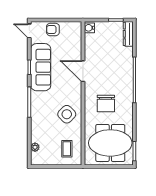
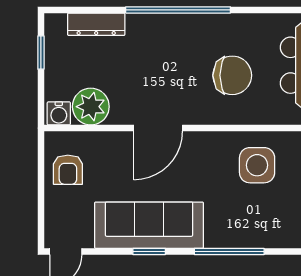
armchair: (53, 29) -> (68, 170), moved
dresser: (128, 34) -> (96, 24), moved
plant: (92, 42) -> (91, 107), added
side table: (67, 114) -> (257, 165), turned 45

